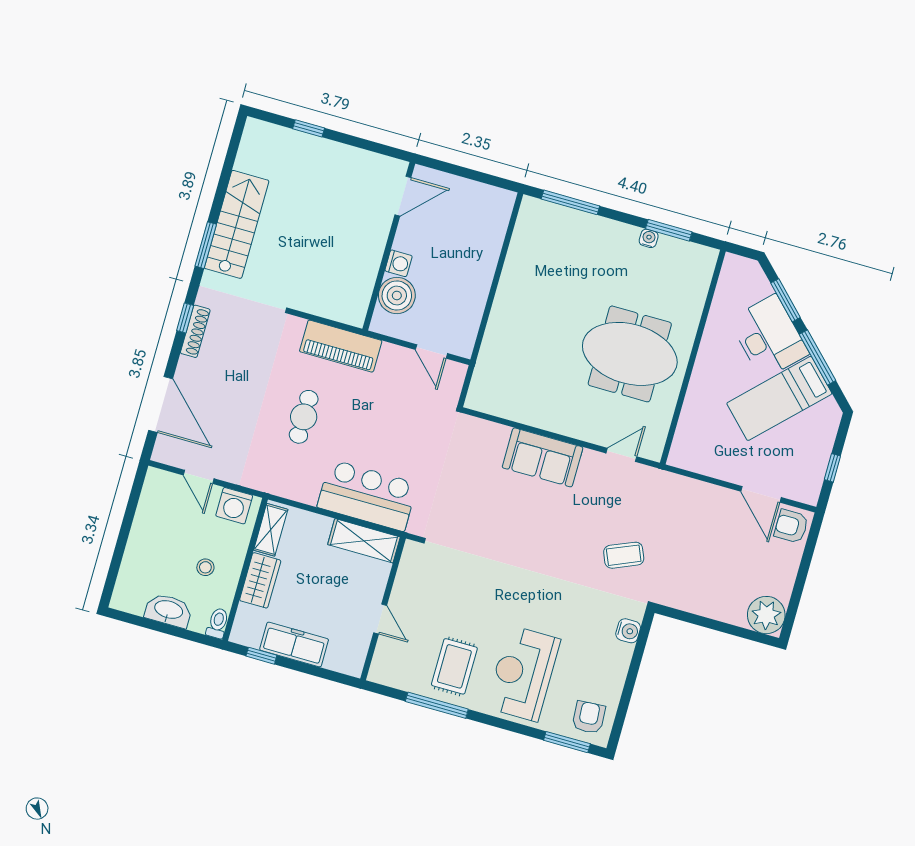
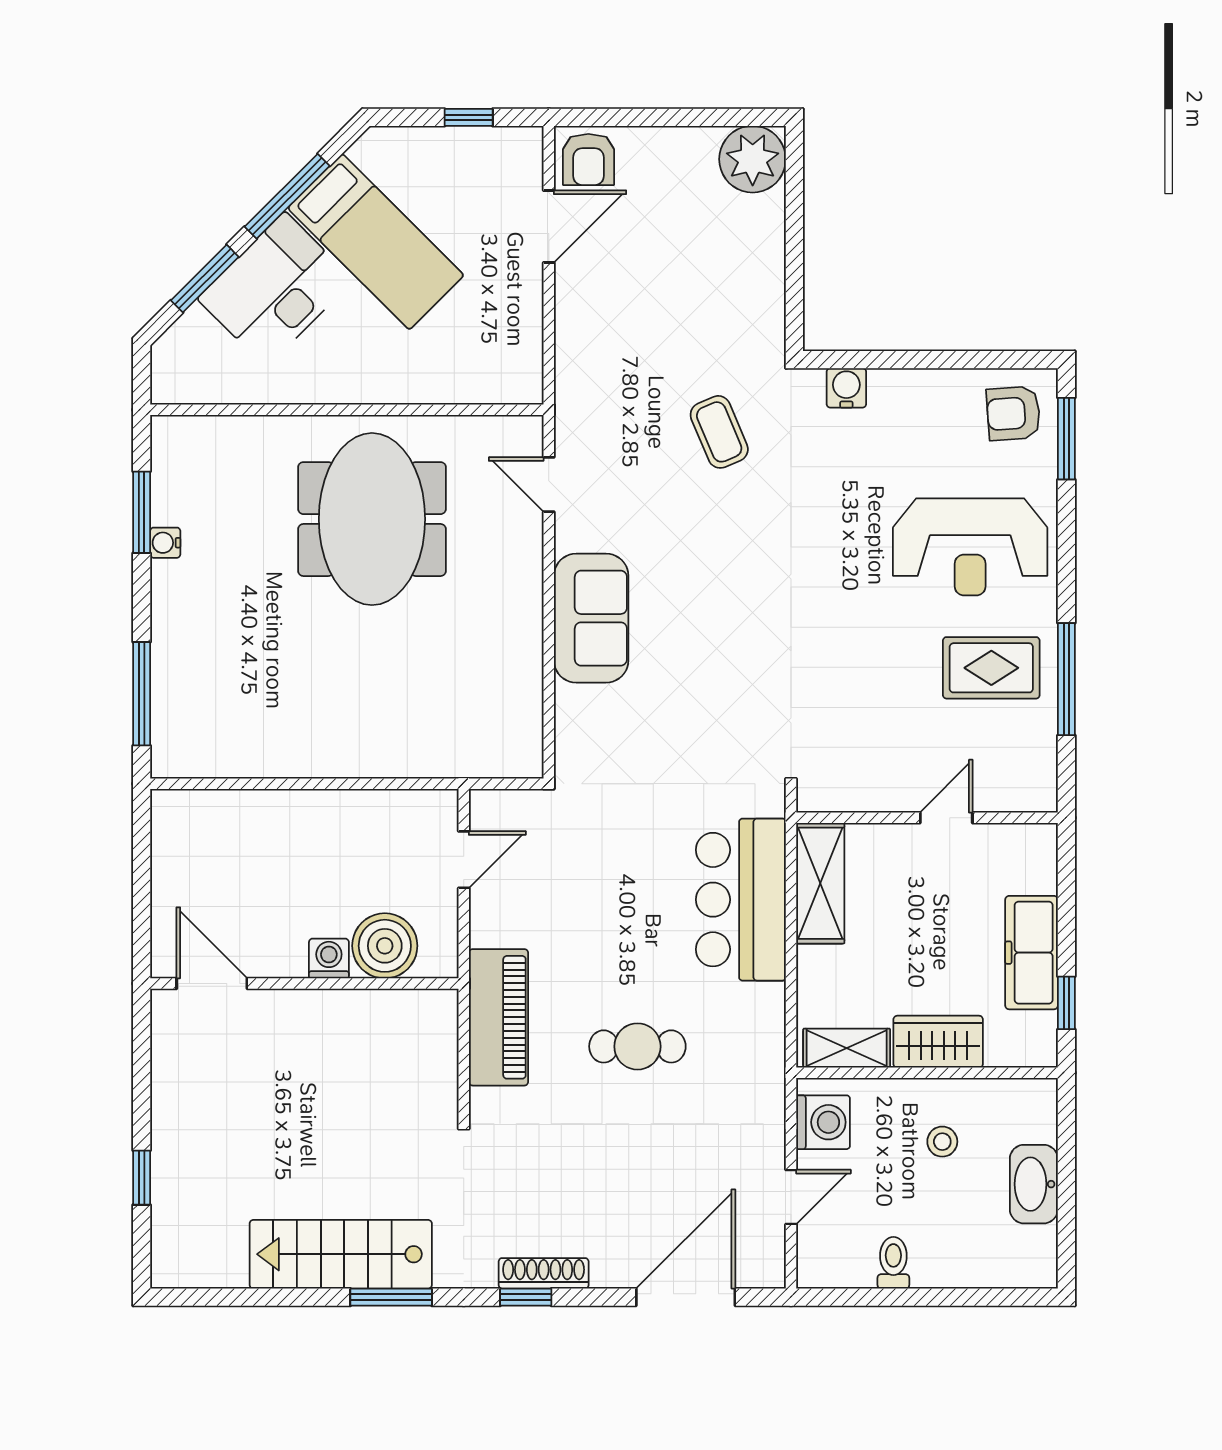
toilet: (218, 623) -> (893, 1263), moved, turned 90

